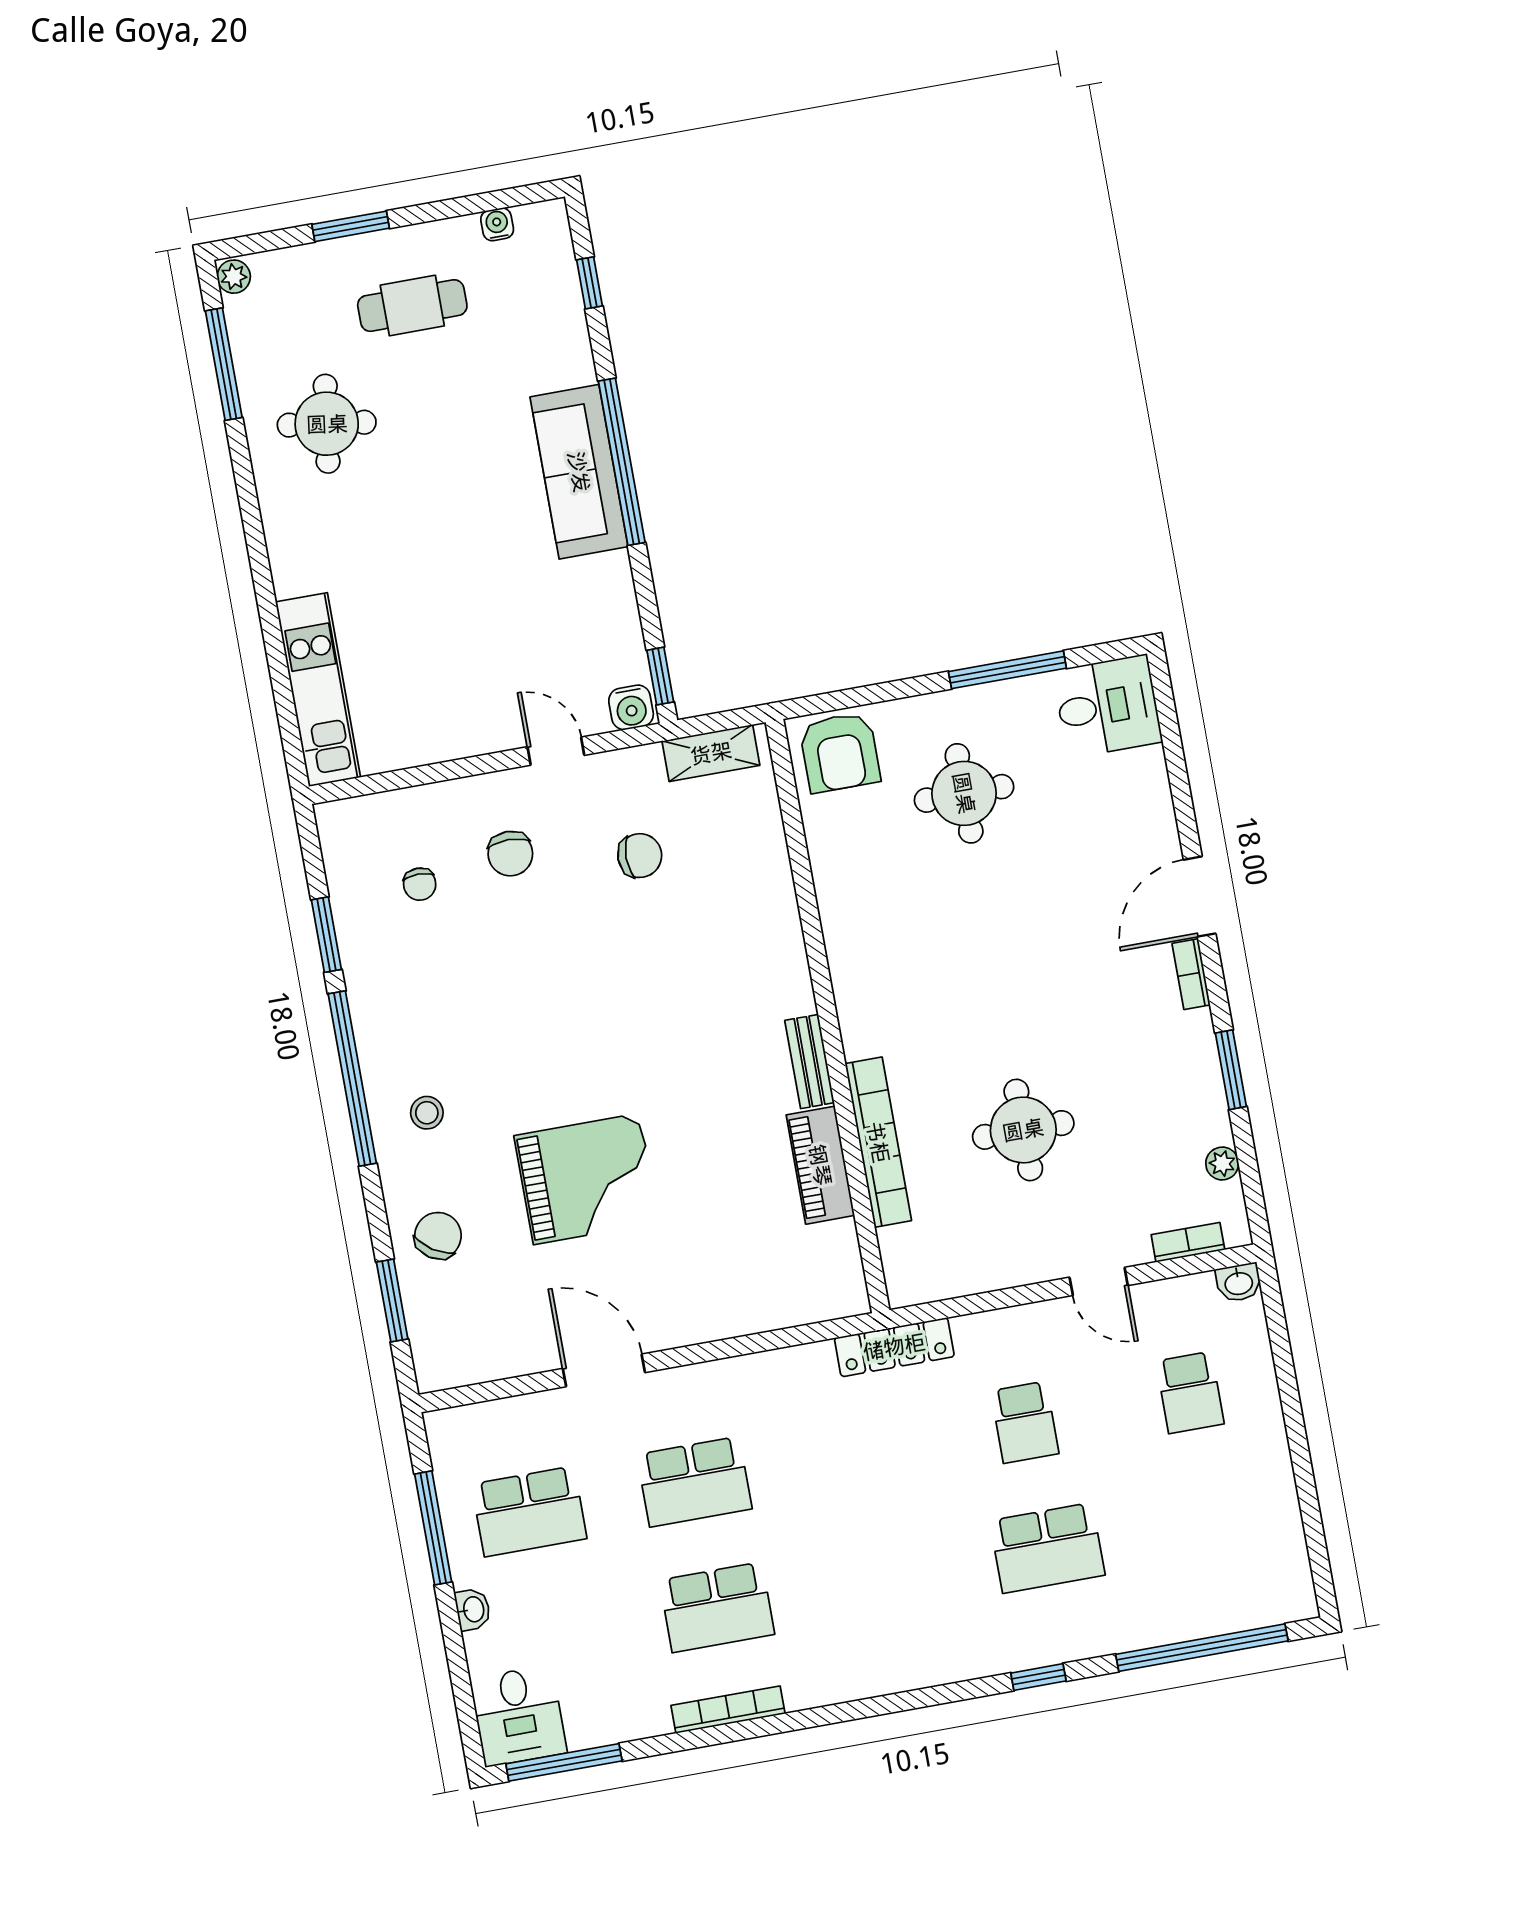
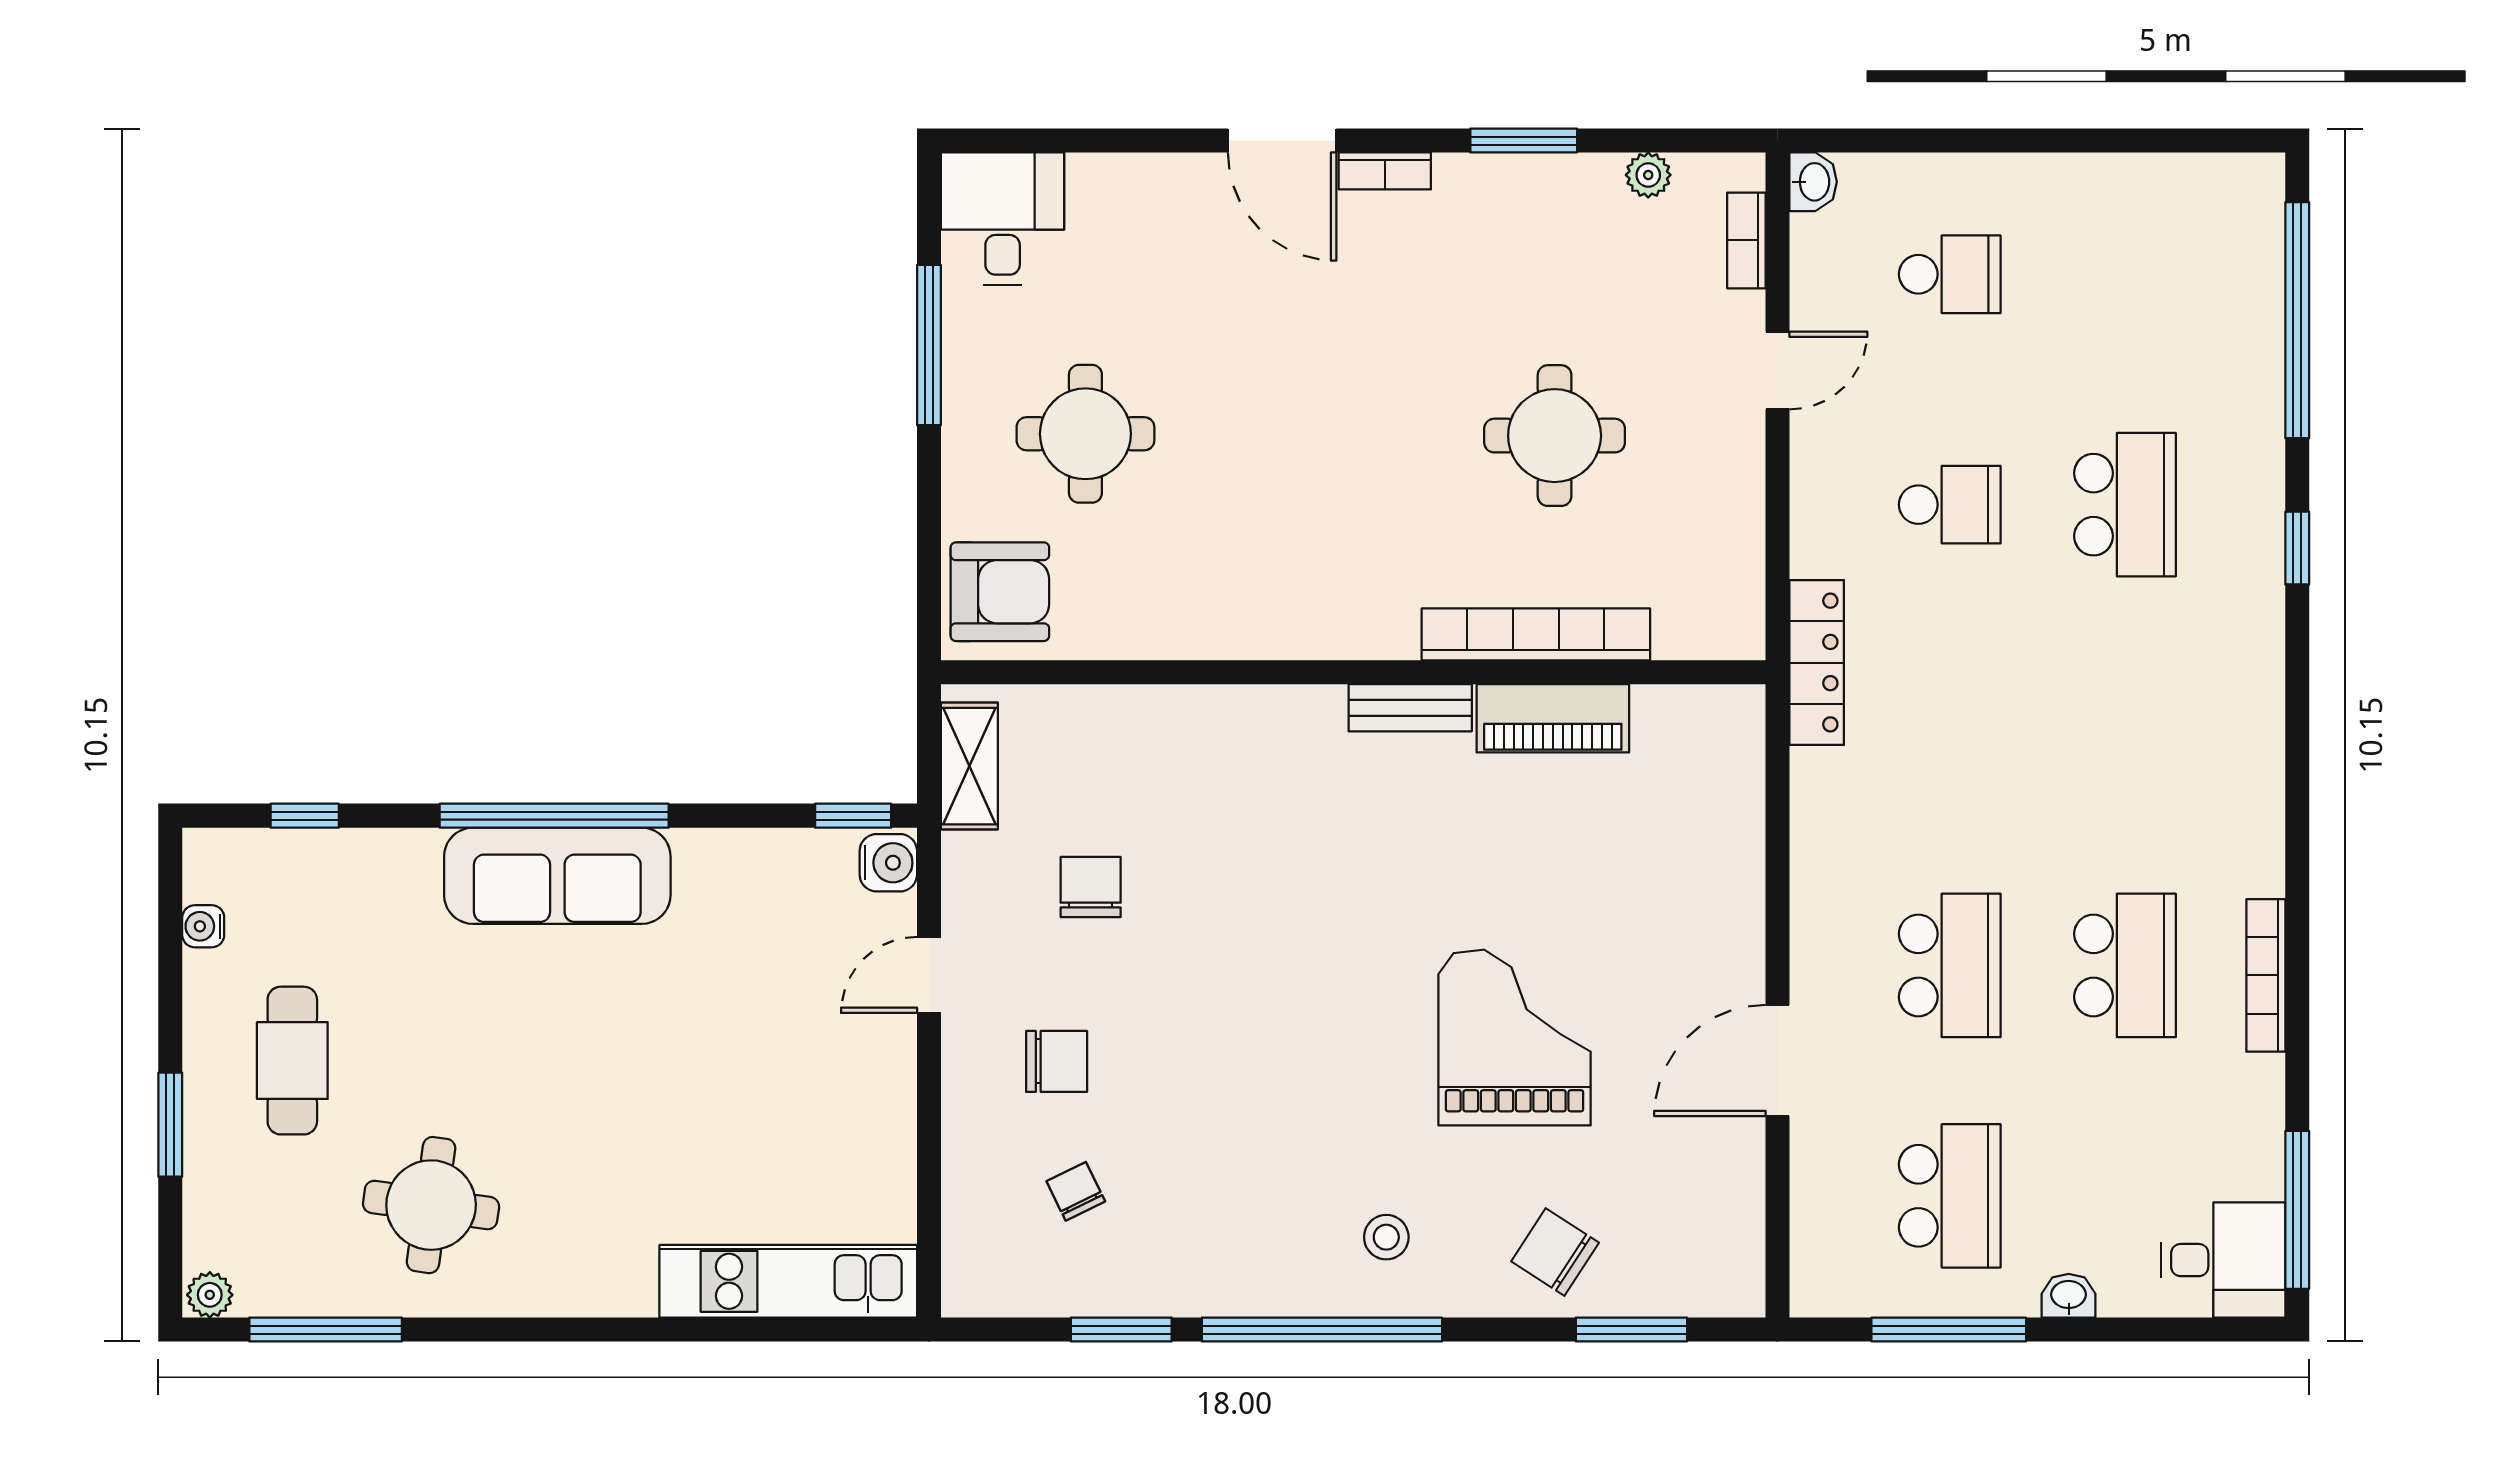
chair: (420, 884) -> (1076, 1191), turned -116

